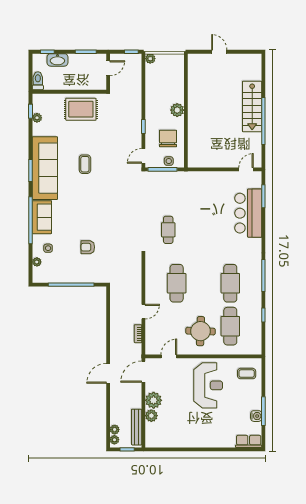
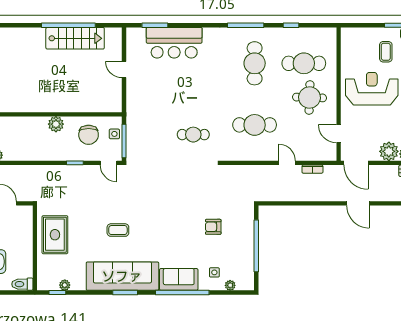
stairs: (252, 106) -> (75, 38), moved
chair: (168, 138) -> (89, 135), turned -90
door: (246, 169) -> (124, 70), moved
armchair: (88, 247) -> (213, 227), turned 90
cafe table: (230, 283) -> (255, 63), turned 90
coffee table: (247, 374) -> (386, 52), moved

